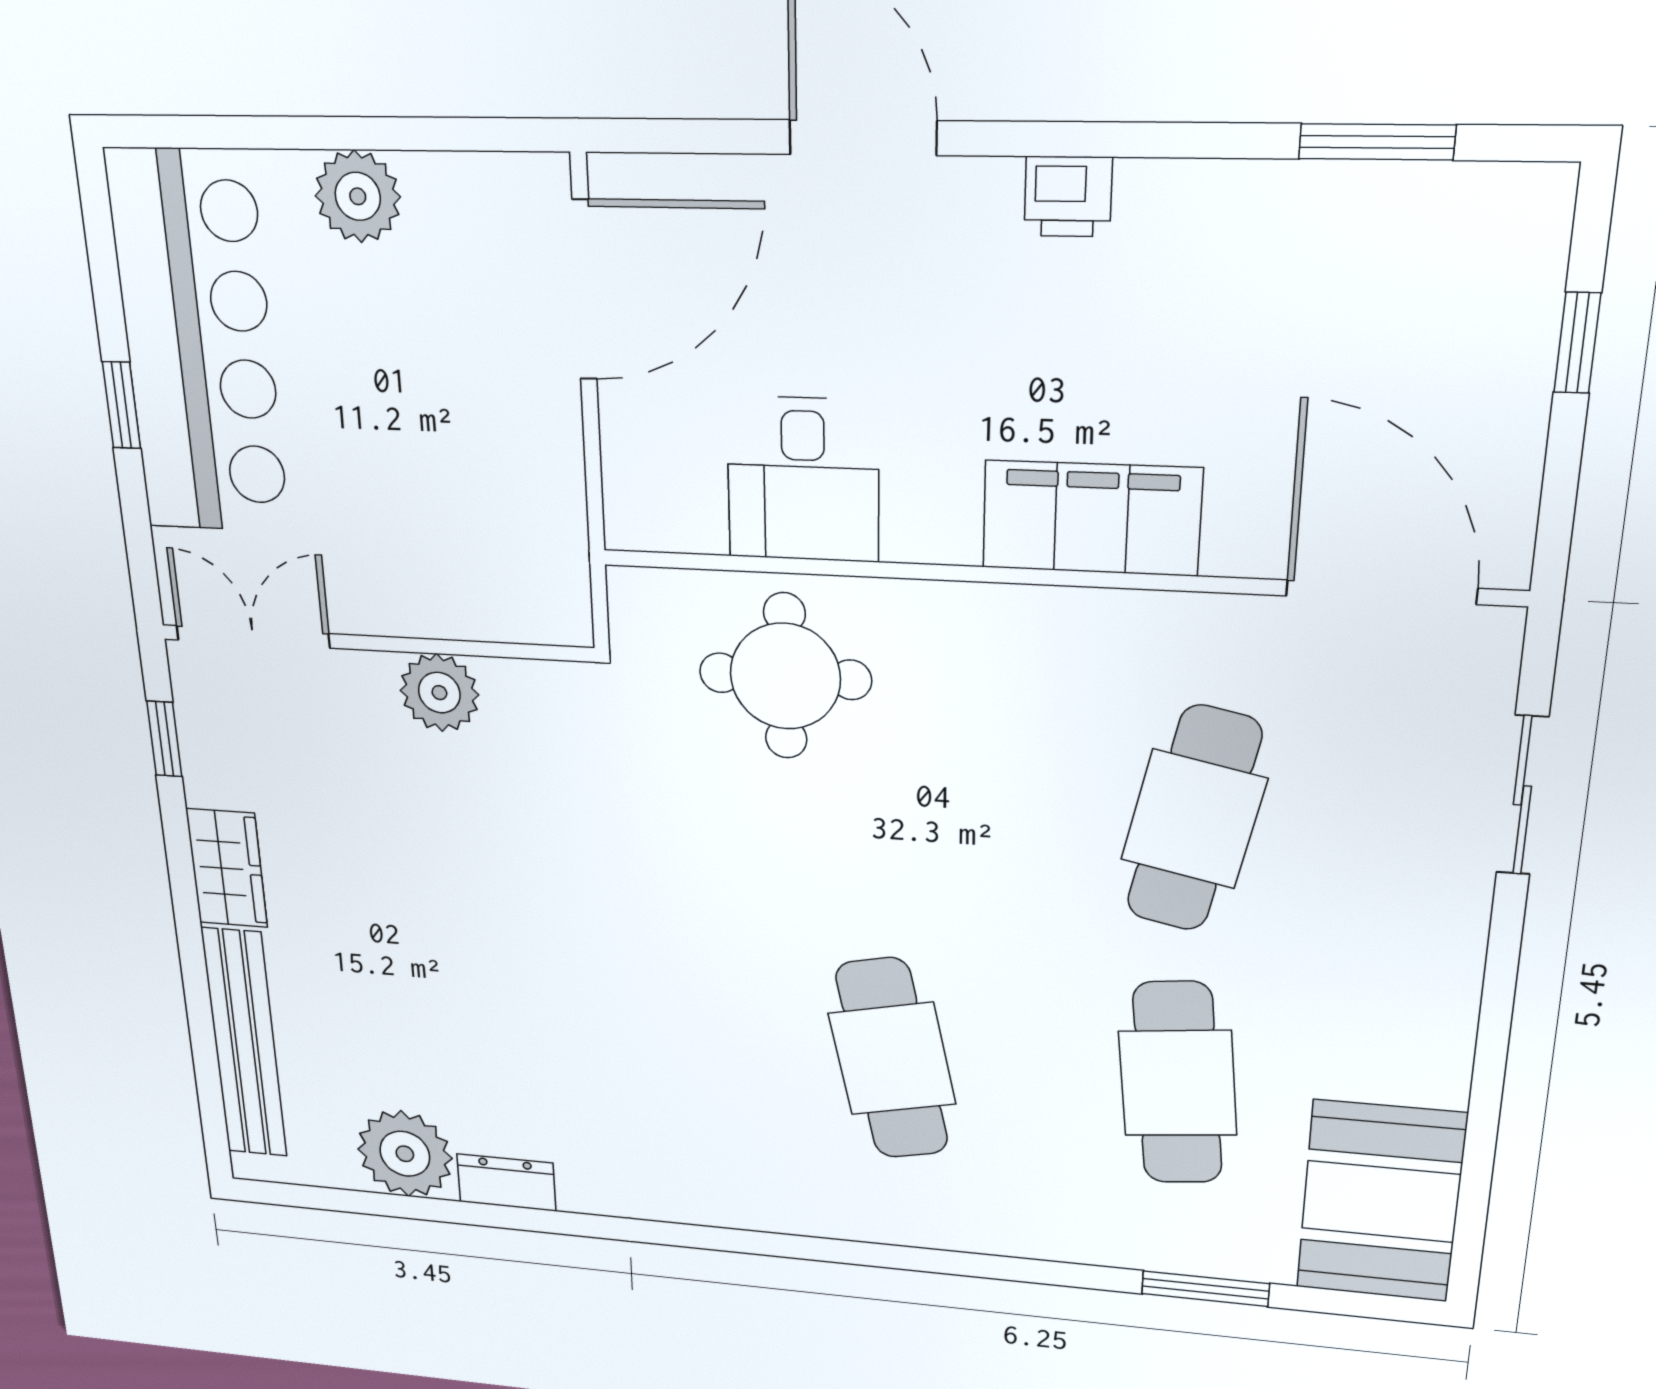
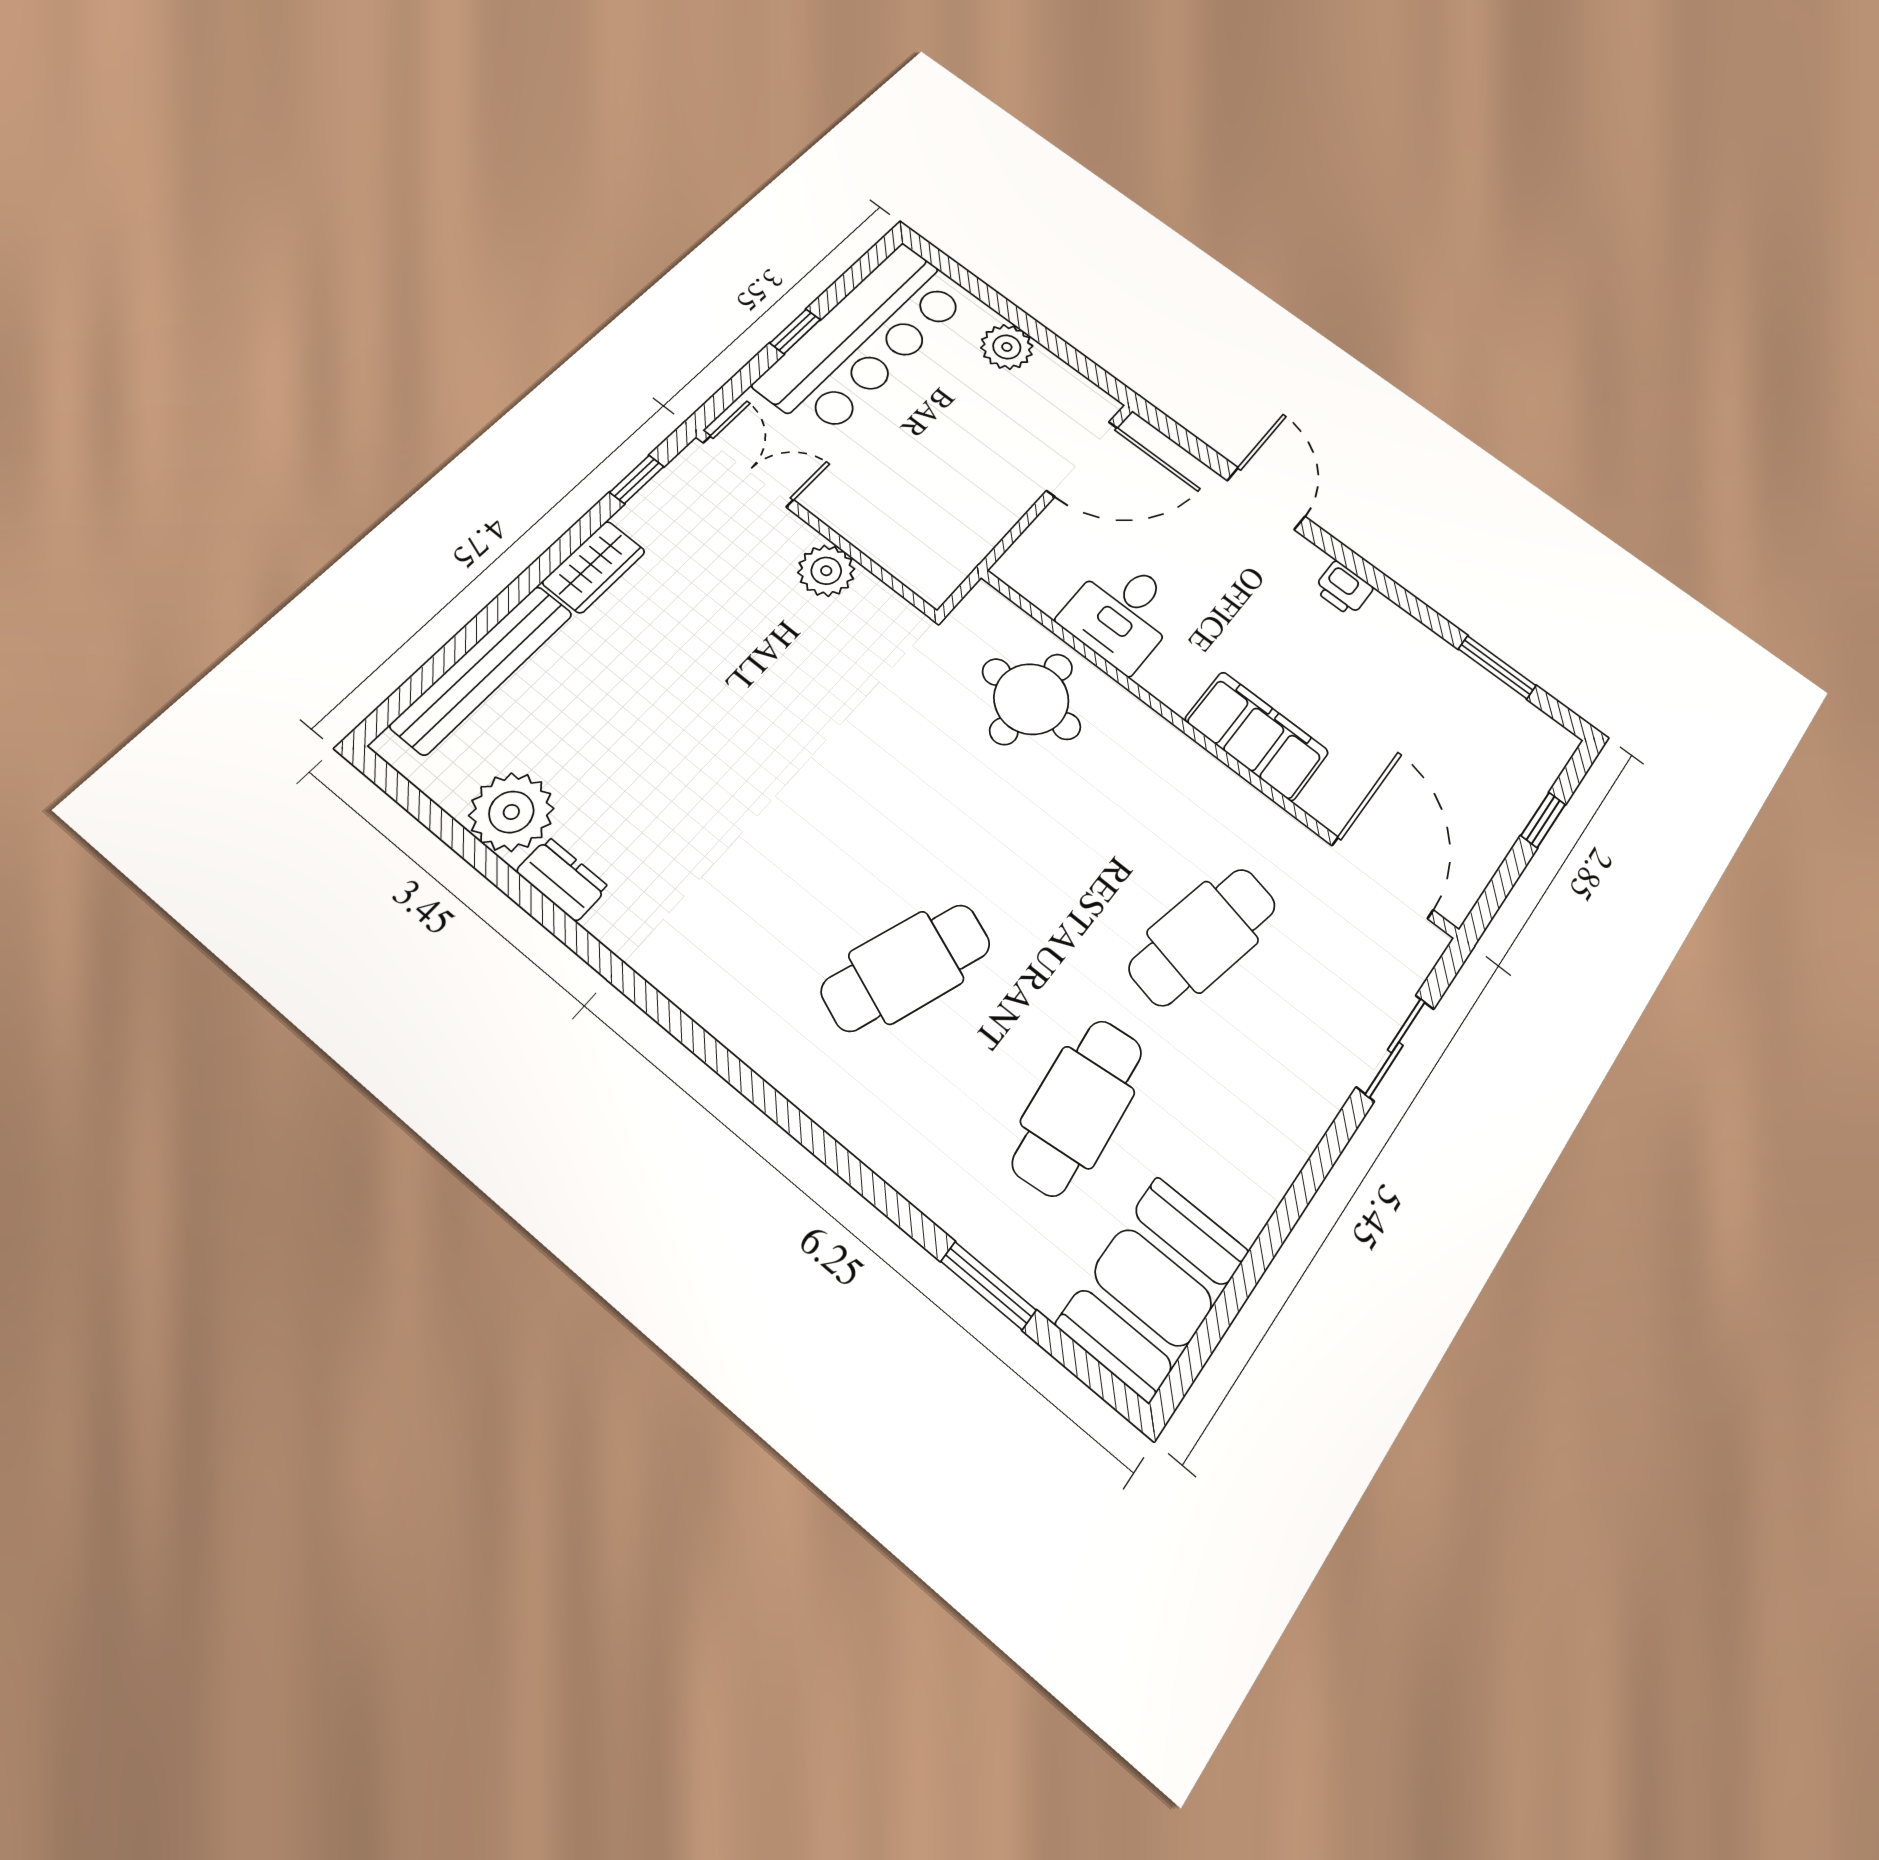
cafe table: (892, 1059) -> (906, 967), turned 33

